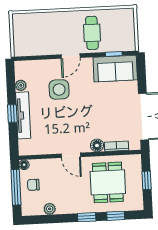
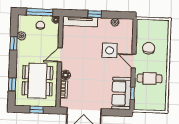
chair: (52, 38) -> (149, 48), added
tv unit: (23, 115) -> (80, 22), moved
dining table: (108, 182) -> (37, 81), width x1.37
window: (87, 217) -> (14, 43), moved

